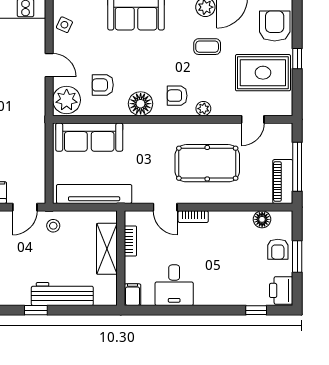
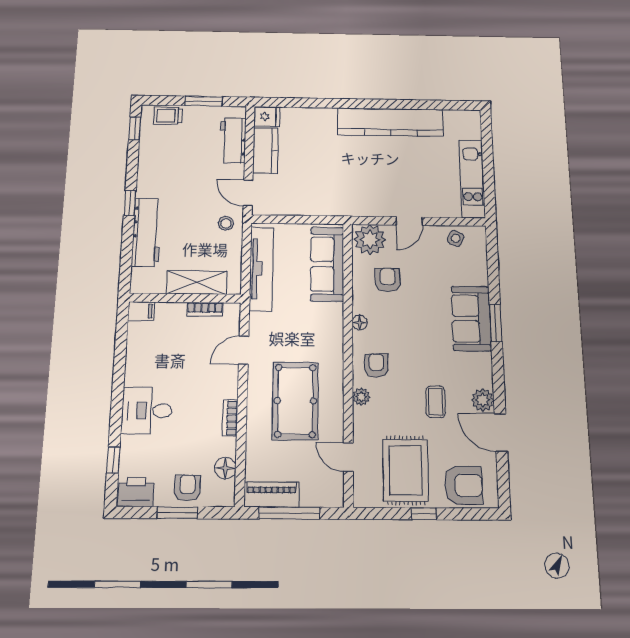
floor lamp: (141, 104) -> (360, 323), width x0.53, depth x0.53
bookcase: (193, 217) -> (230, 418), moved
armchair: (278, 249) -> (187, 488), turned 90
desk: (174, 285) -> (147, 411), moved

